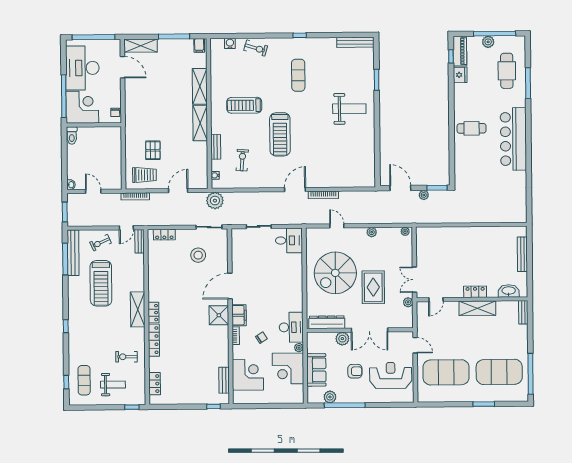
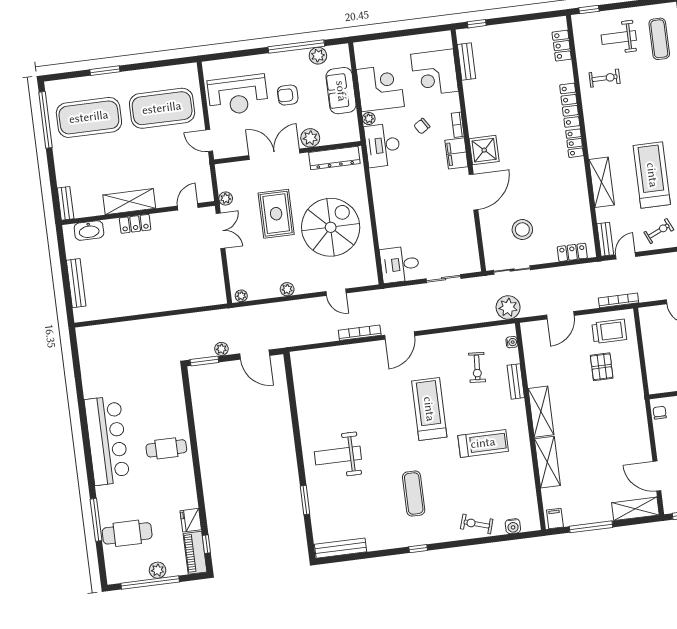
cafe table: (507, 71) -> (127, 533), turned 90
trolley: (144, 175) -> (609, 331), turned 180
shelving: (138, 309) -> (602, 182), moved

